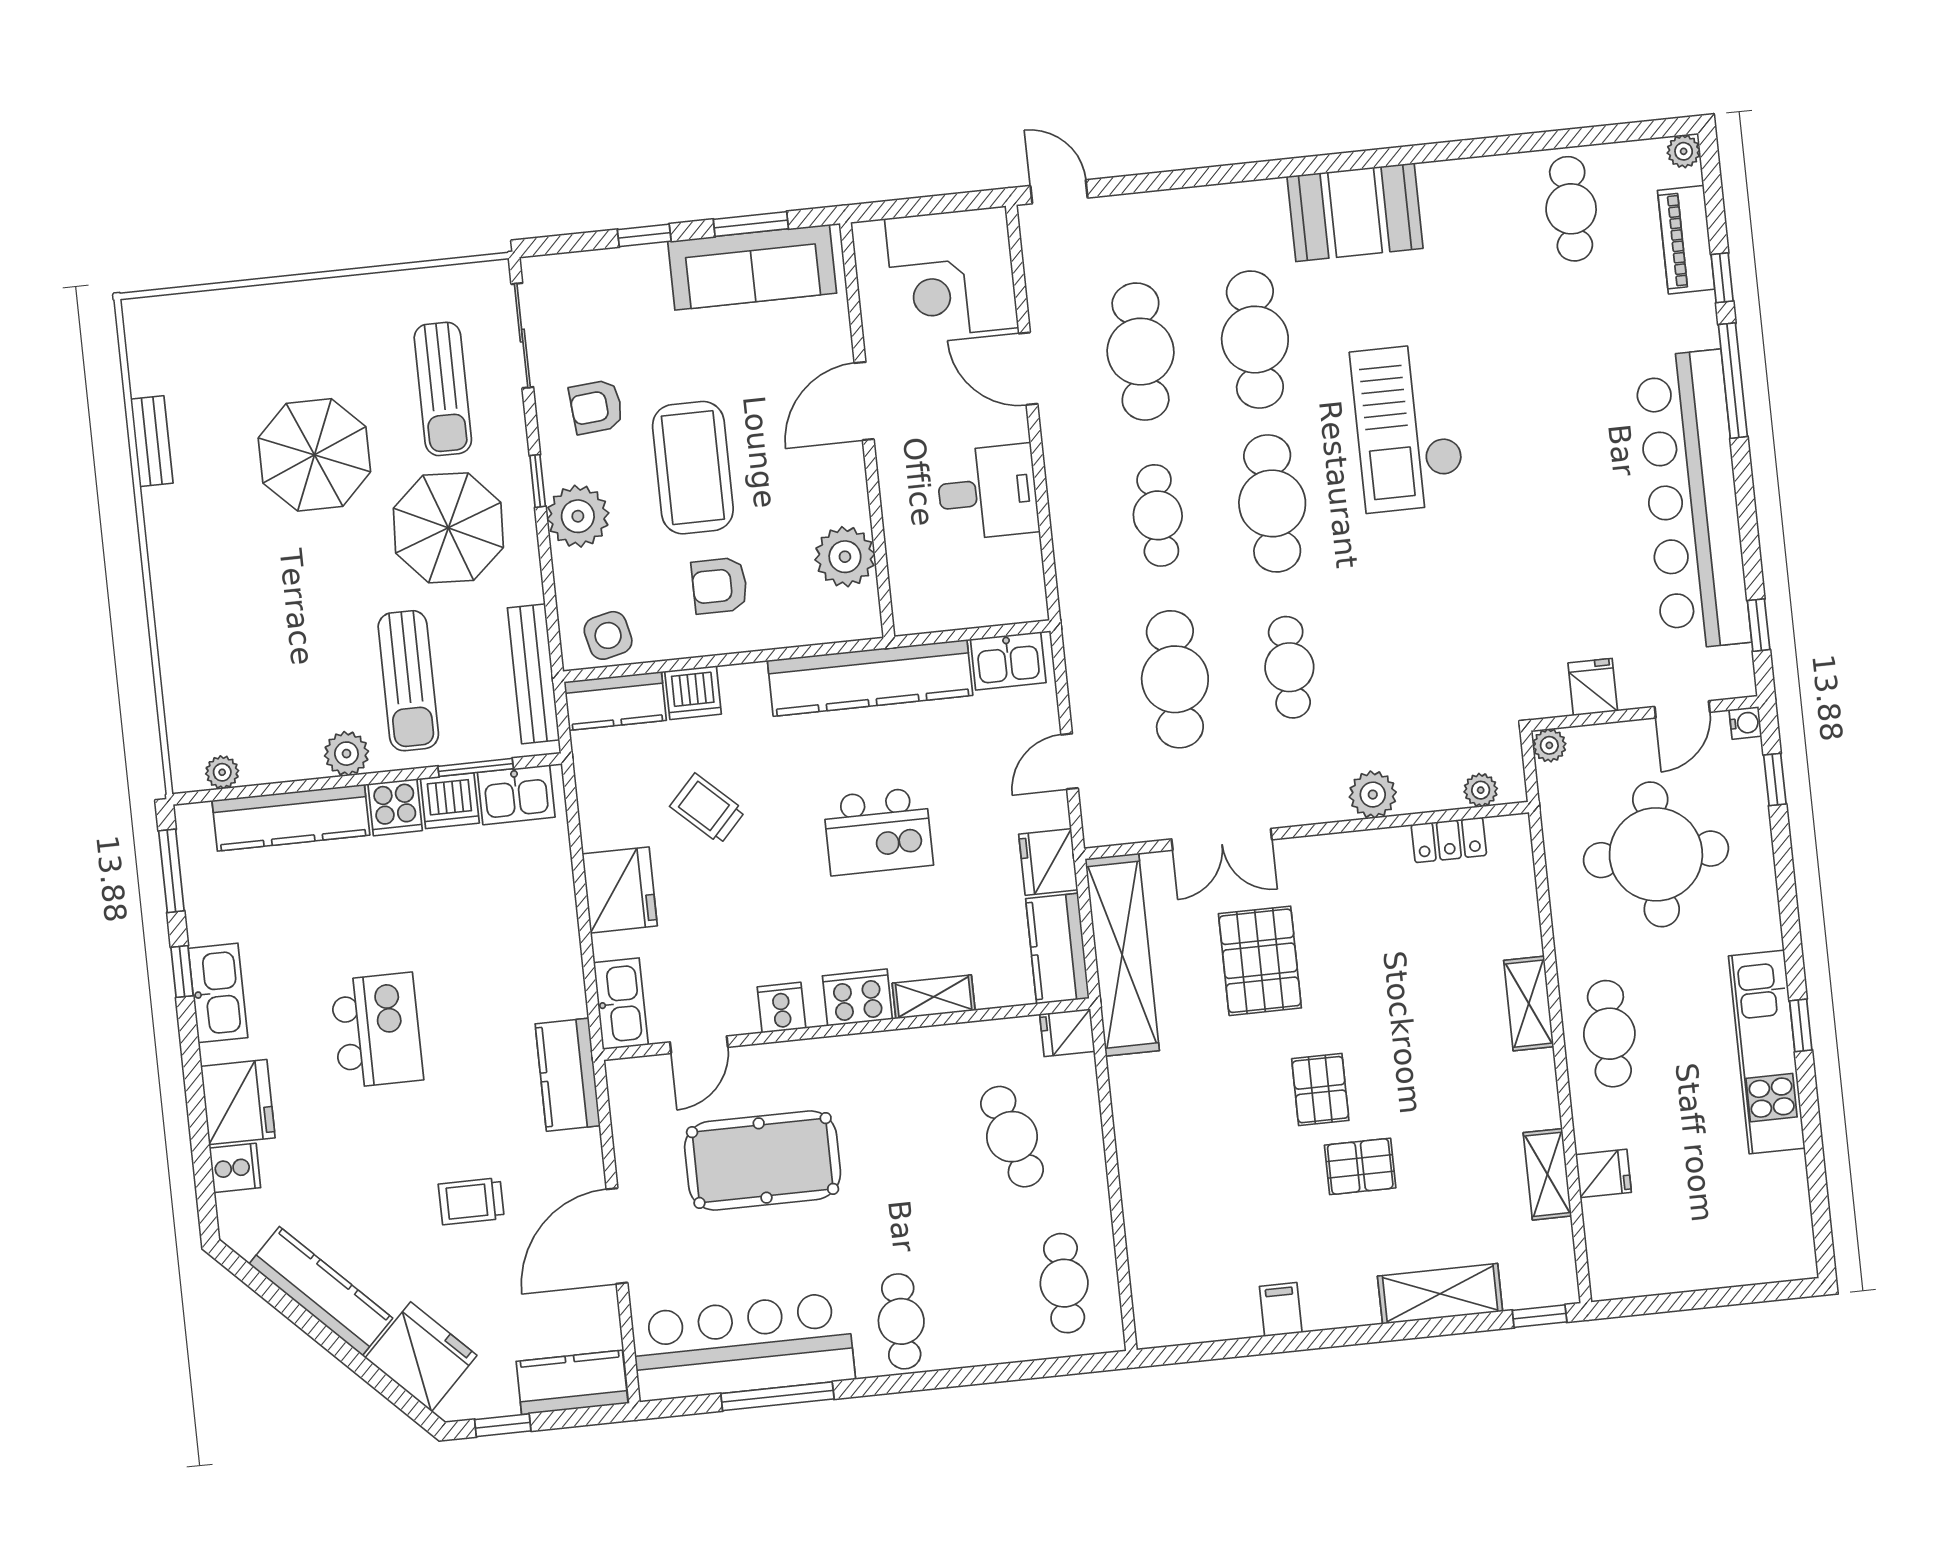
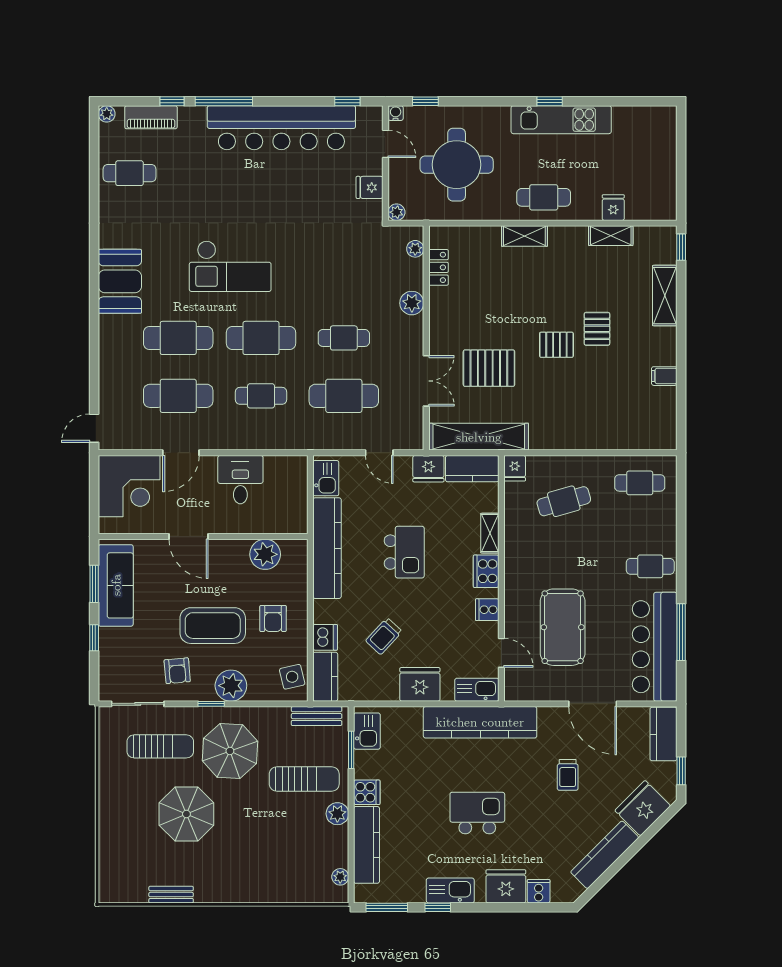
bench: (533, 674) -> (317, 716), width x0.73
dishwasher: (450, 801) -> (366, 765), removed
kitchen counter: (568, 1075) -> (480, 722), width x2.08, depth x1.17

